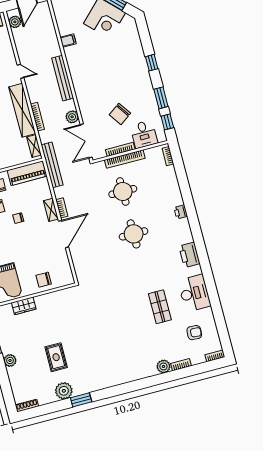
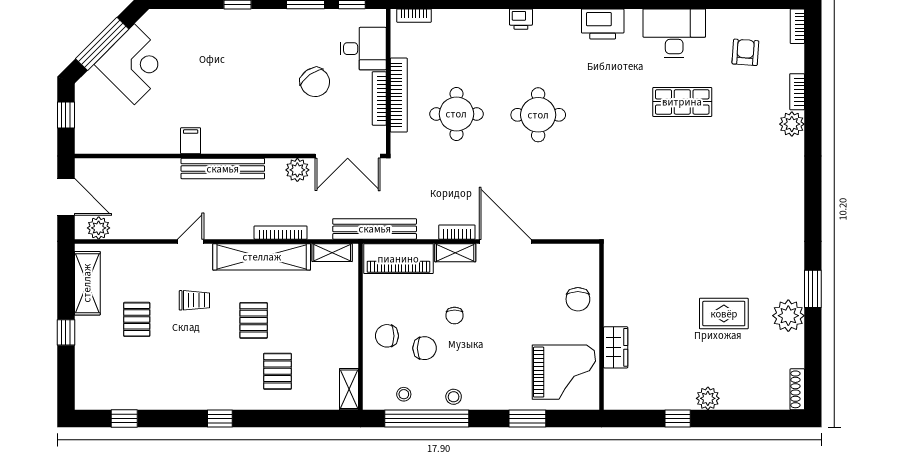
filing cabinet: (68, 40) -> (191, 141), moved
piano: (27, 173) -> (398, 259), moved, turned 90

